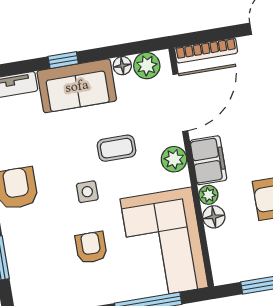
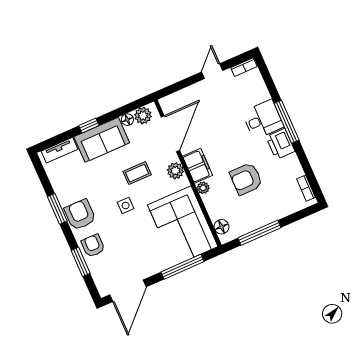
bookcase: (206, 50) -> (178, 96), removed
floor lamp: (214, 217) -> (221, 227), moved
armchair: (91, 247) -> (93, 246), moved

